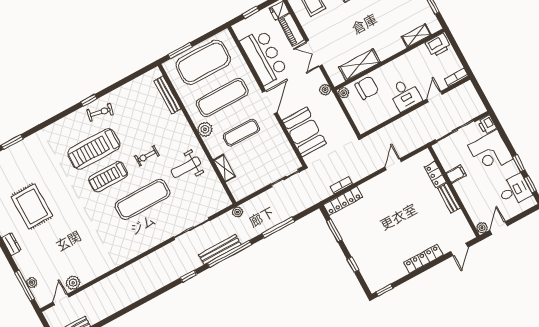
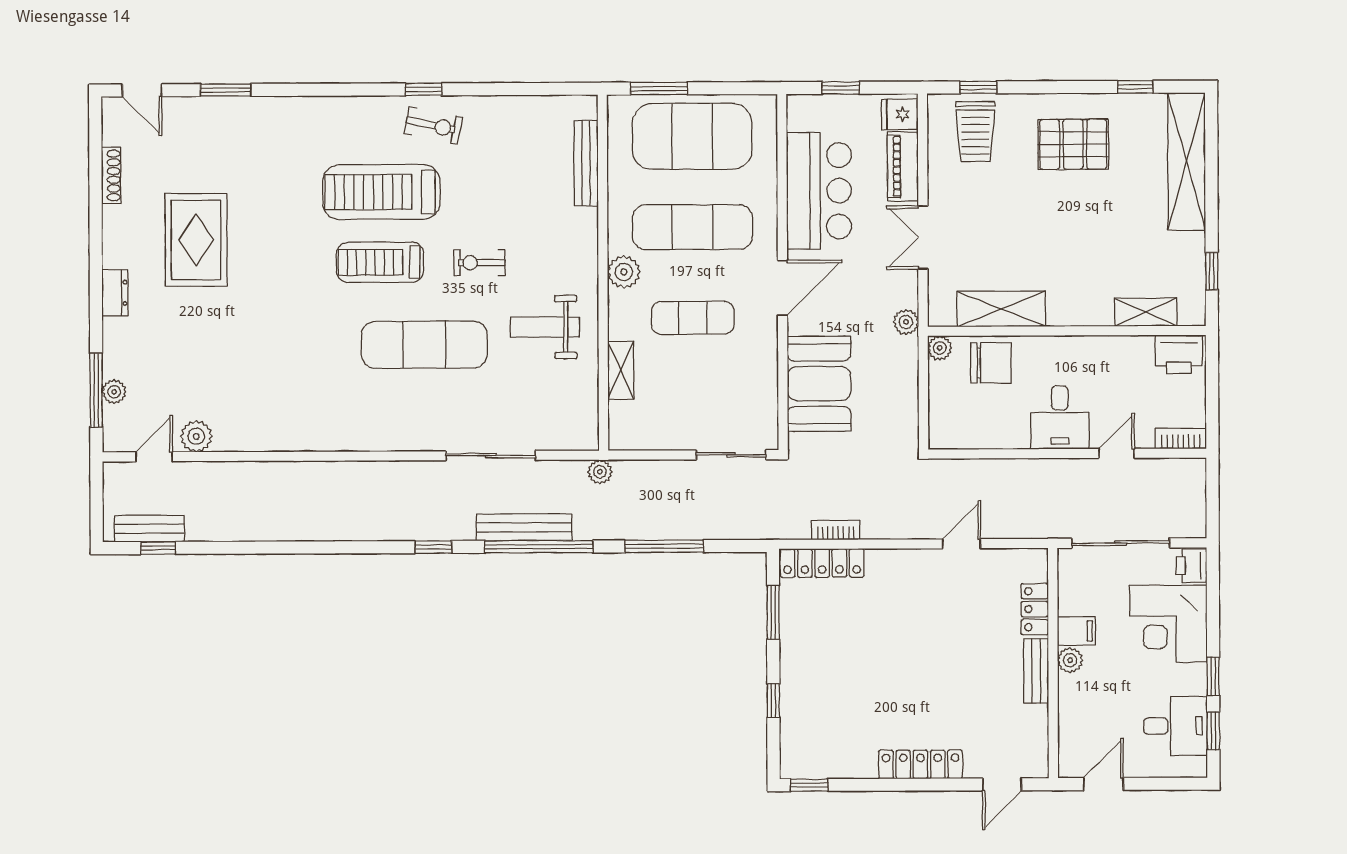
plant: (482, 228) -> (1070, 660), moved

